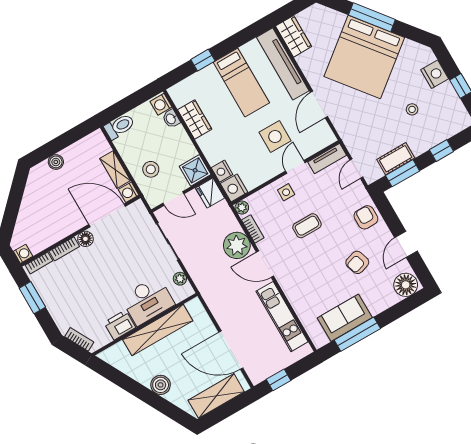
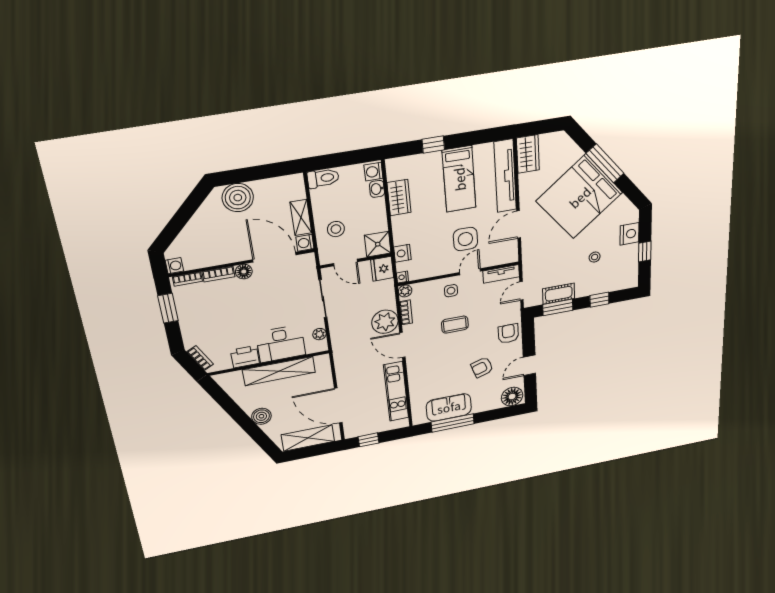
boiler: (56, 162) -> (238, 198), width x1.86, depth x1.86
nightstand: (234, 188) -> (402, 277), width x0.53, depth x0.56

